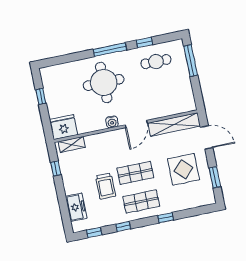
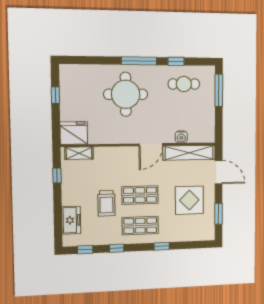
water cooler: (112, 122) -> (181, 137), moved

